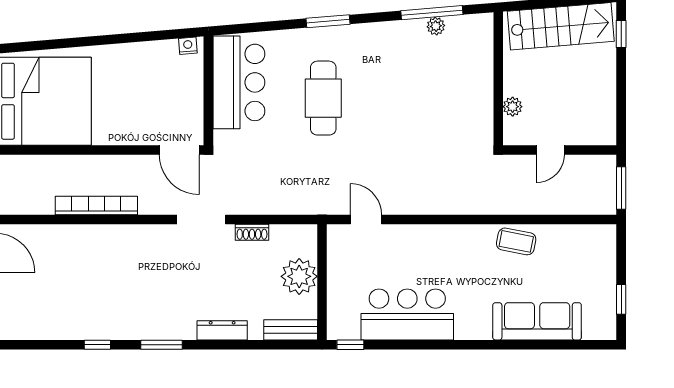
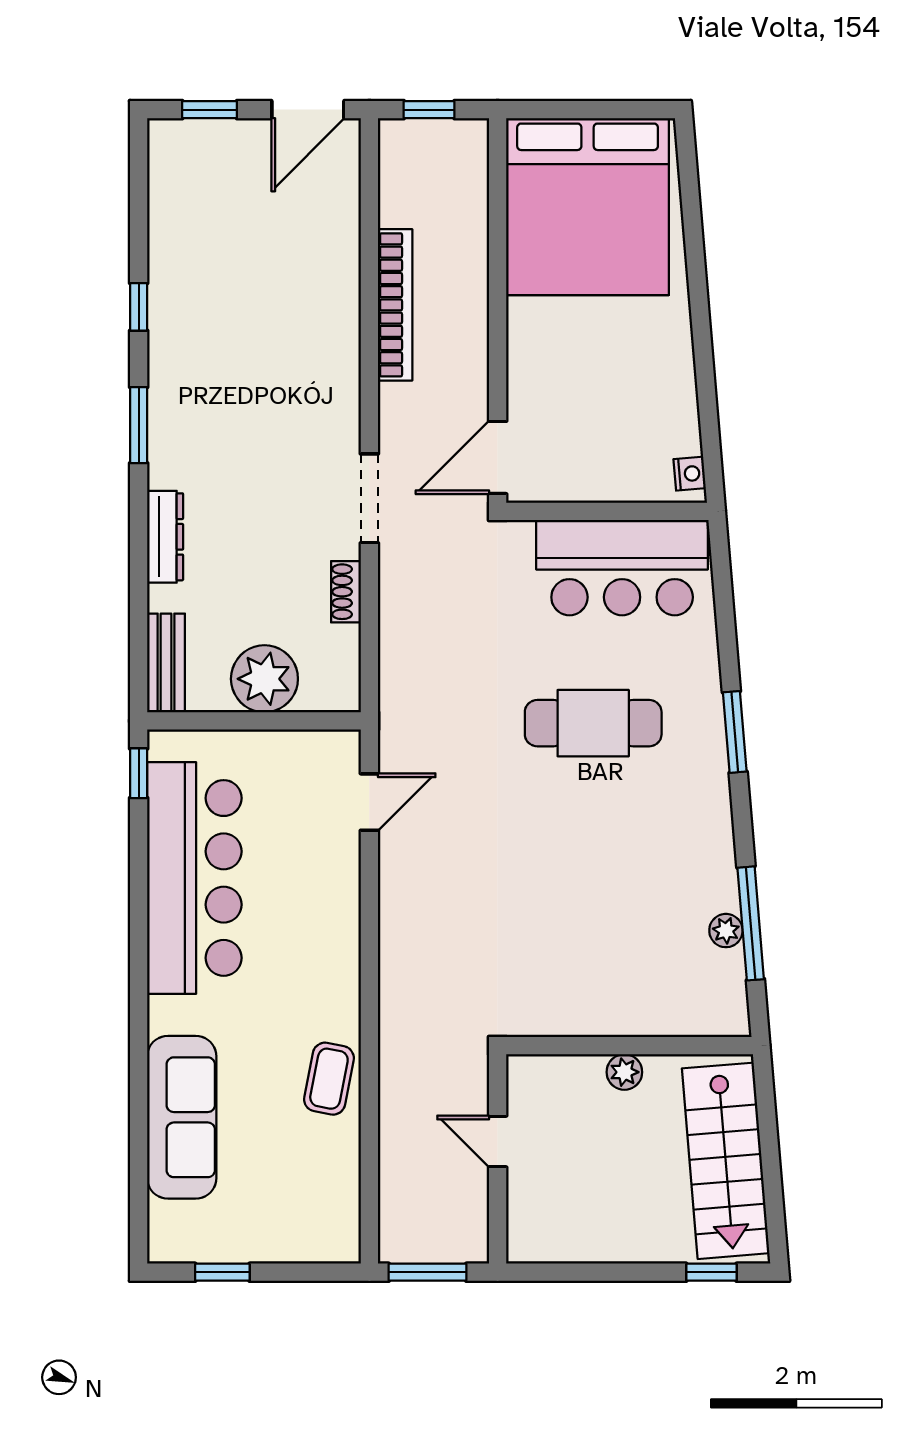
plant: (513, 107) -> (624, 1072), moved
bar counter: (407, 314) -> (194, 878), width x1.36

